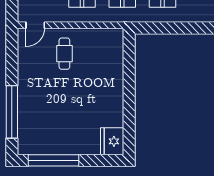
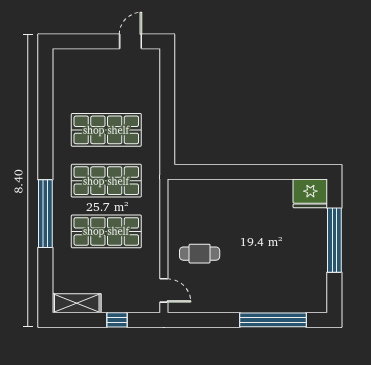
window: (54, 160) -> (334, 240), moved

